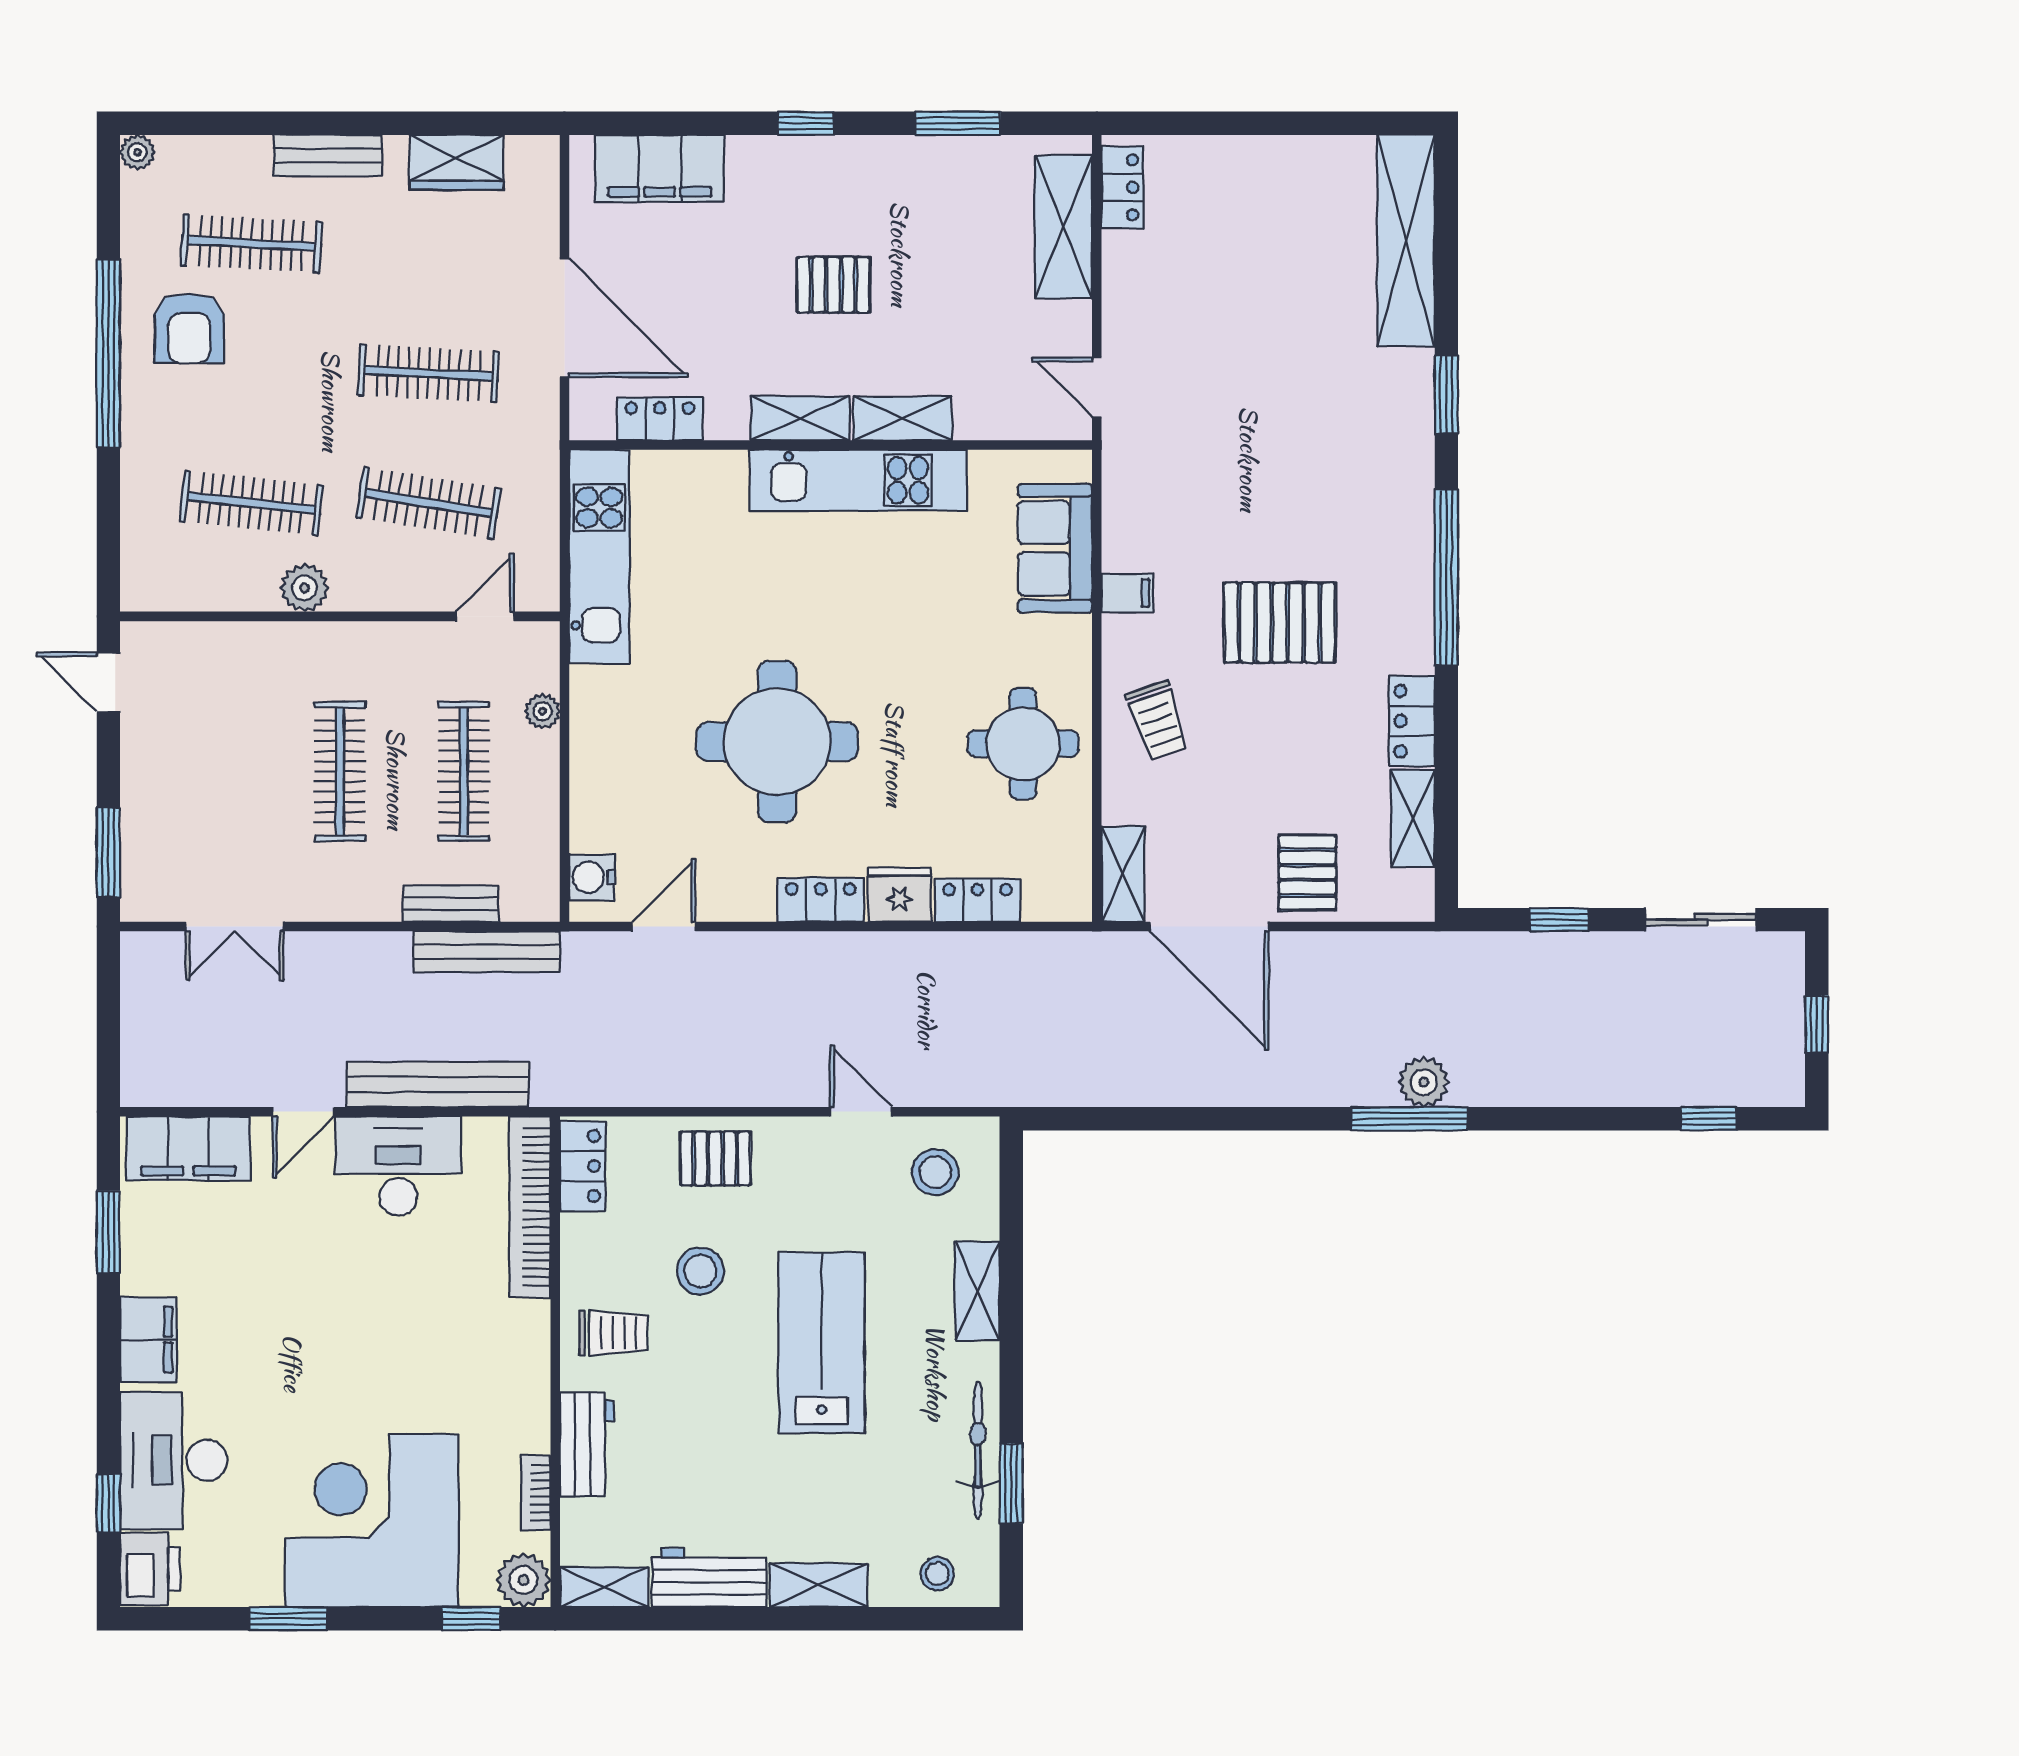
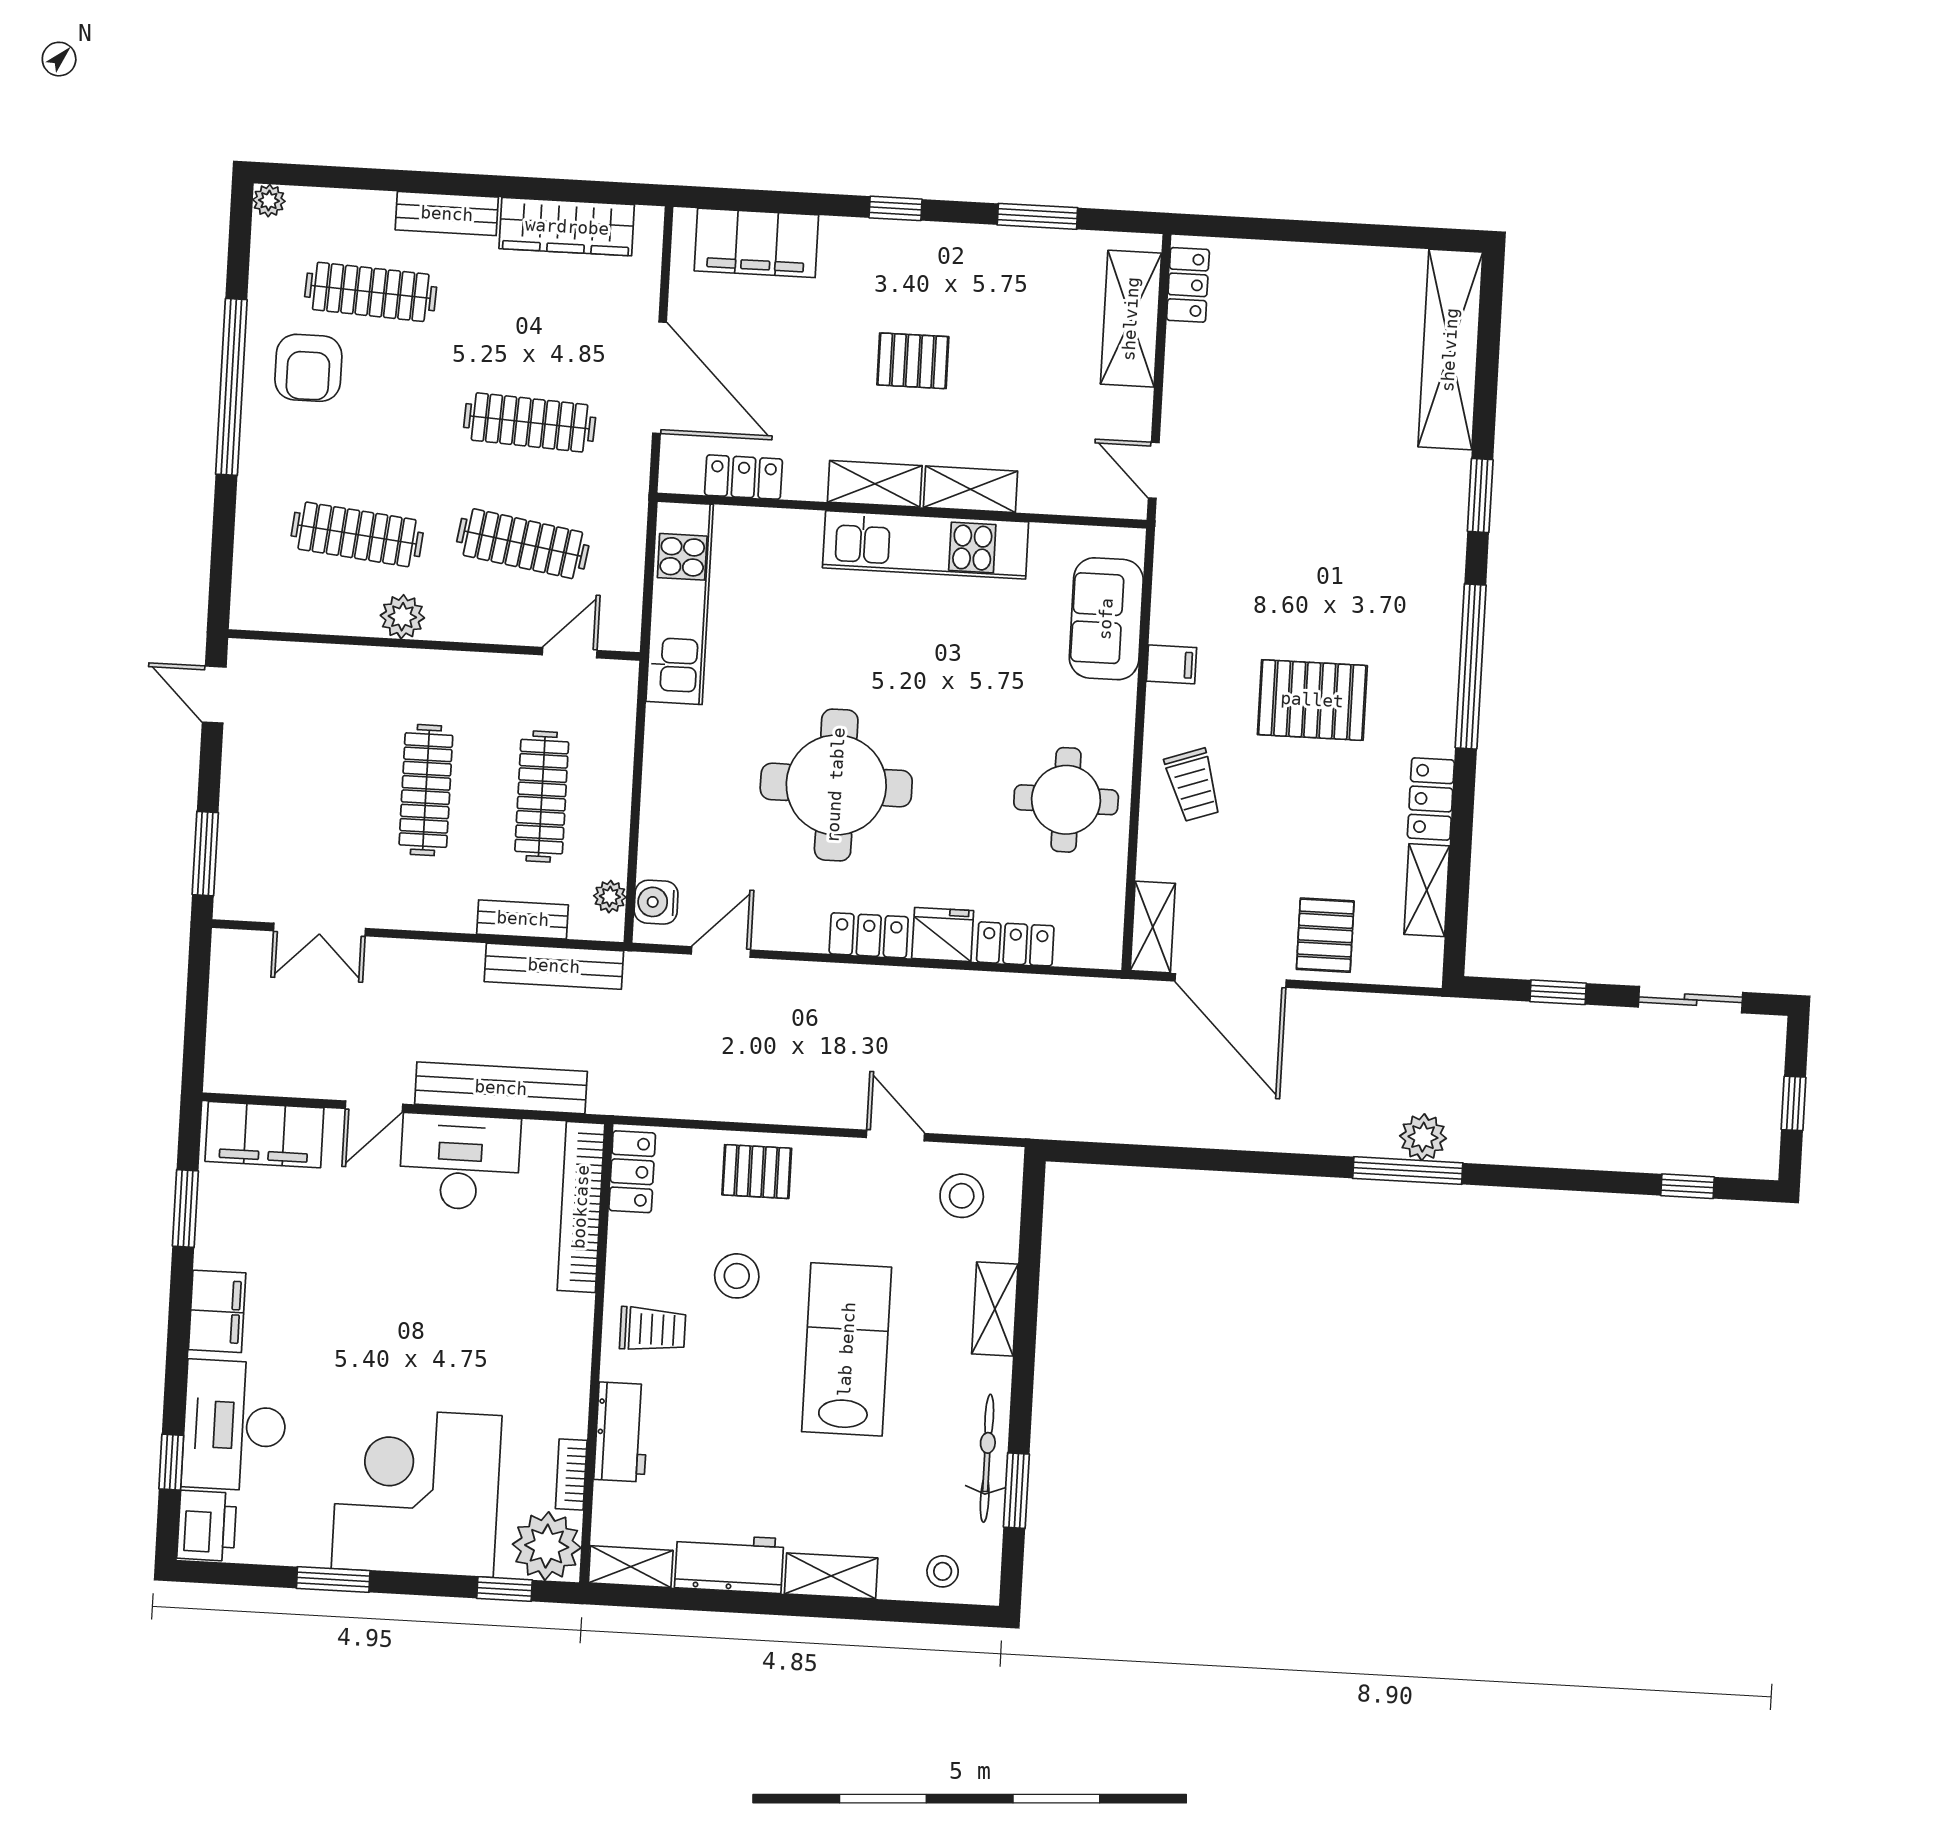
wardrobe: (456, 162) -> (567, 227), width x1.50
plant: (542, 711) -> (610, 897), moved
plant: (524, 1580) -> (547, 1546), width x1.36, depth x1.36

